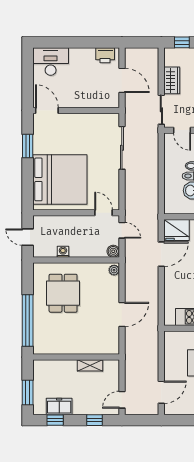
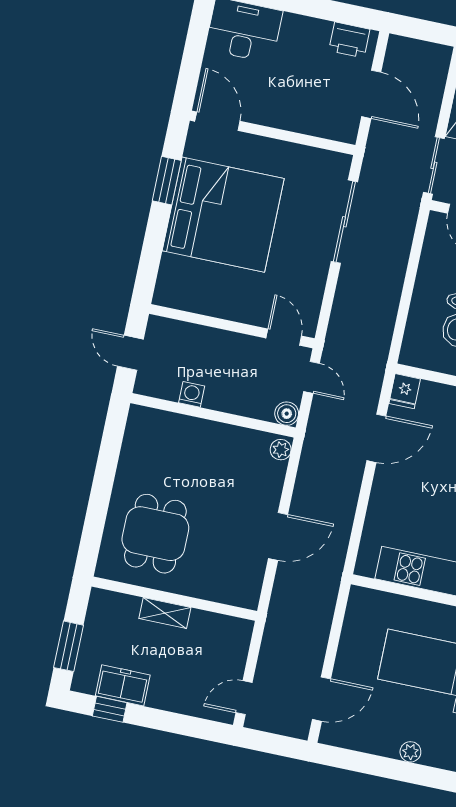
bed: (60, 179) -> (223, 215), moved
fridge: (177, 230) -> (405, 391), width x0.53, depth x0.75
dining table: (63, 293) -> (155, 534), moved
window: (28, 321) -> (97, 510), removed
shelving: (90, 365) -> (165, 613), moved
window: (94, 420) -> (184, 725), removed

